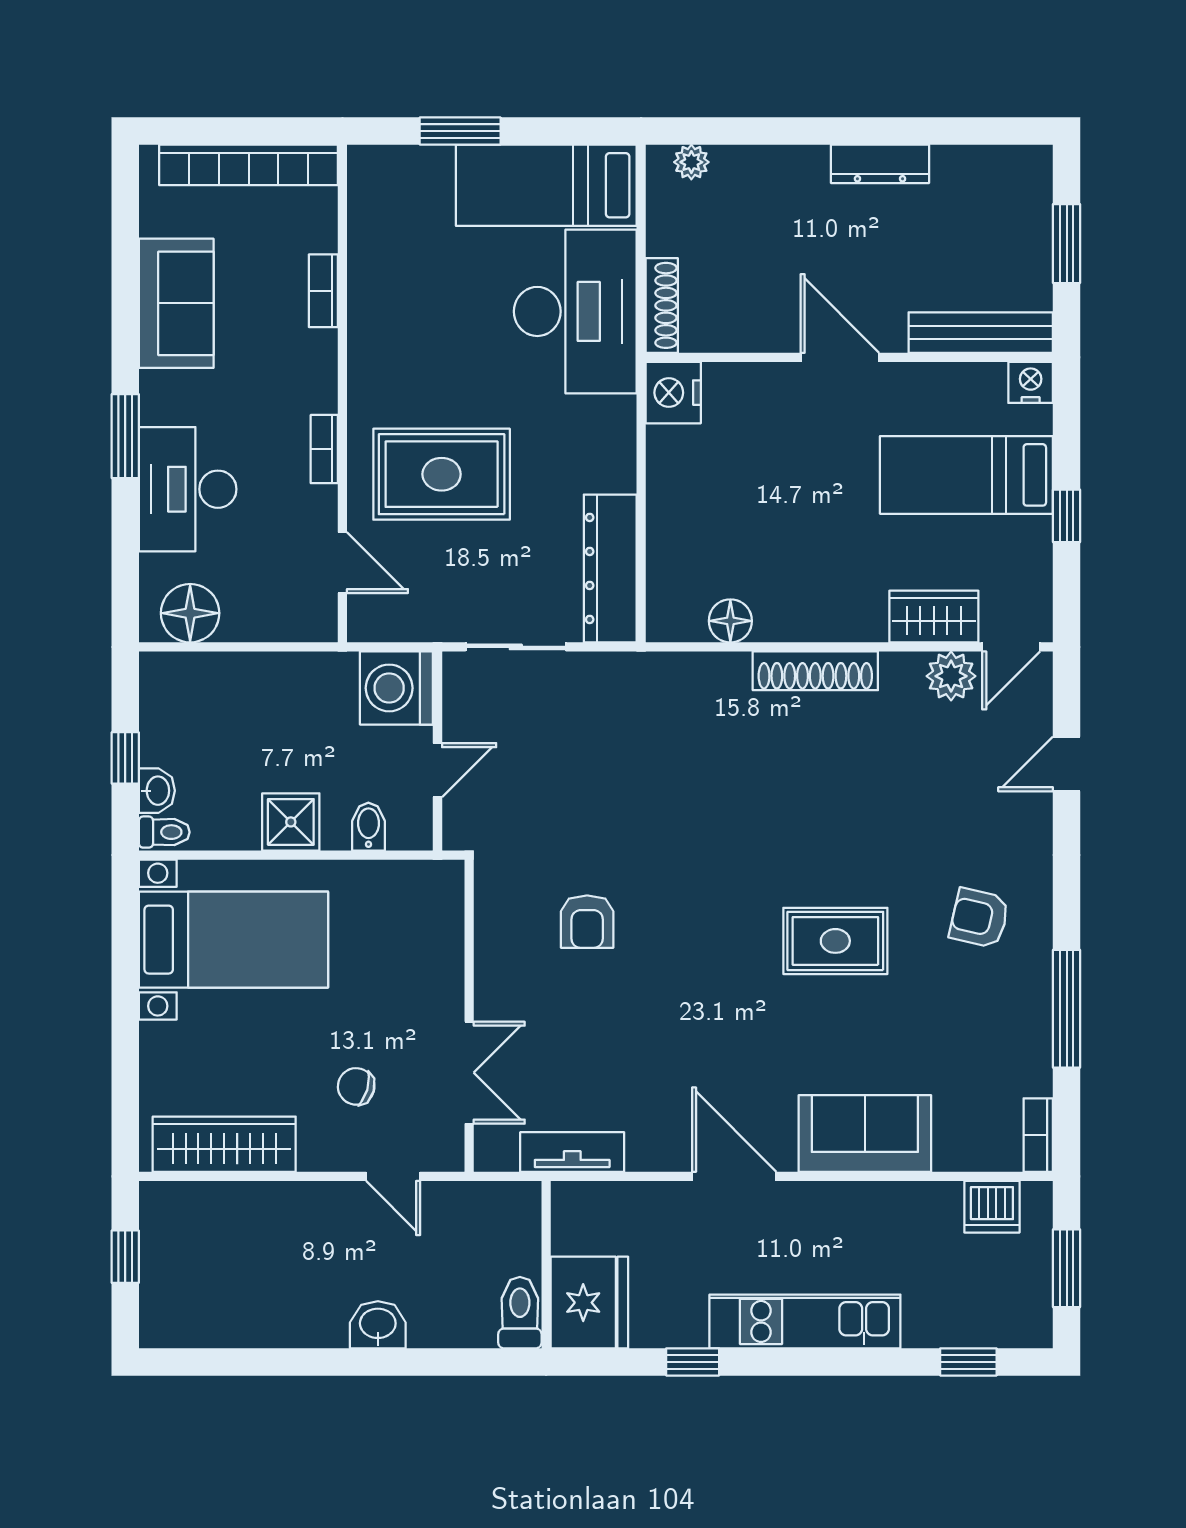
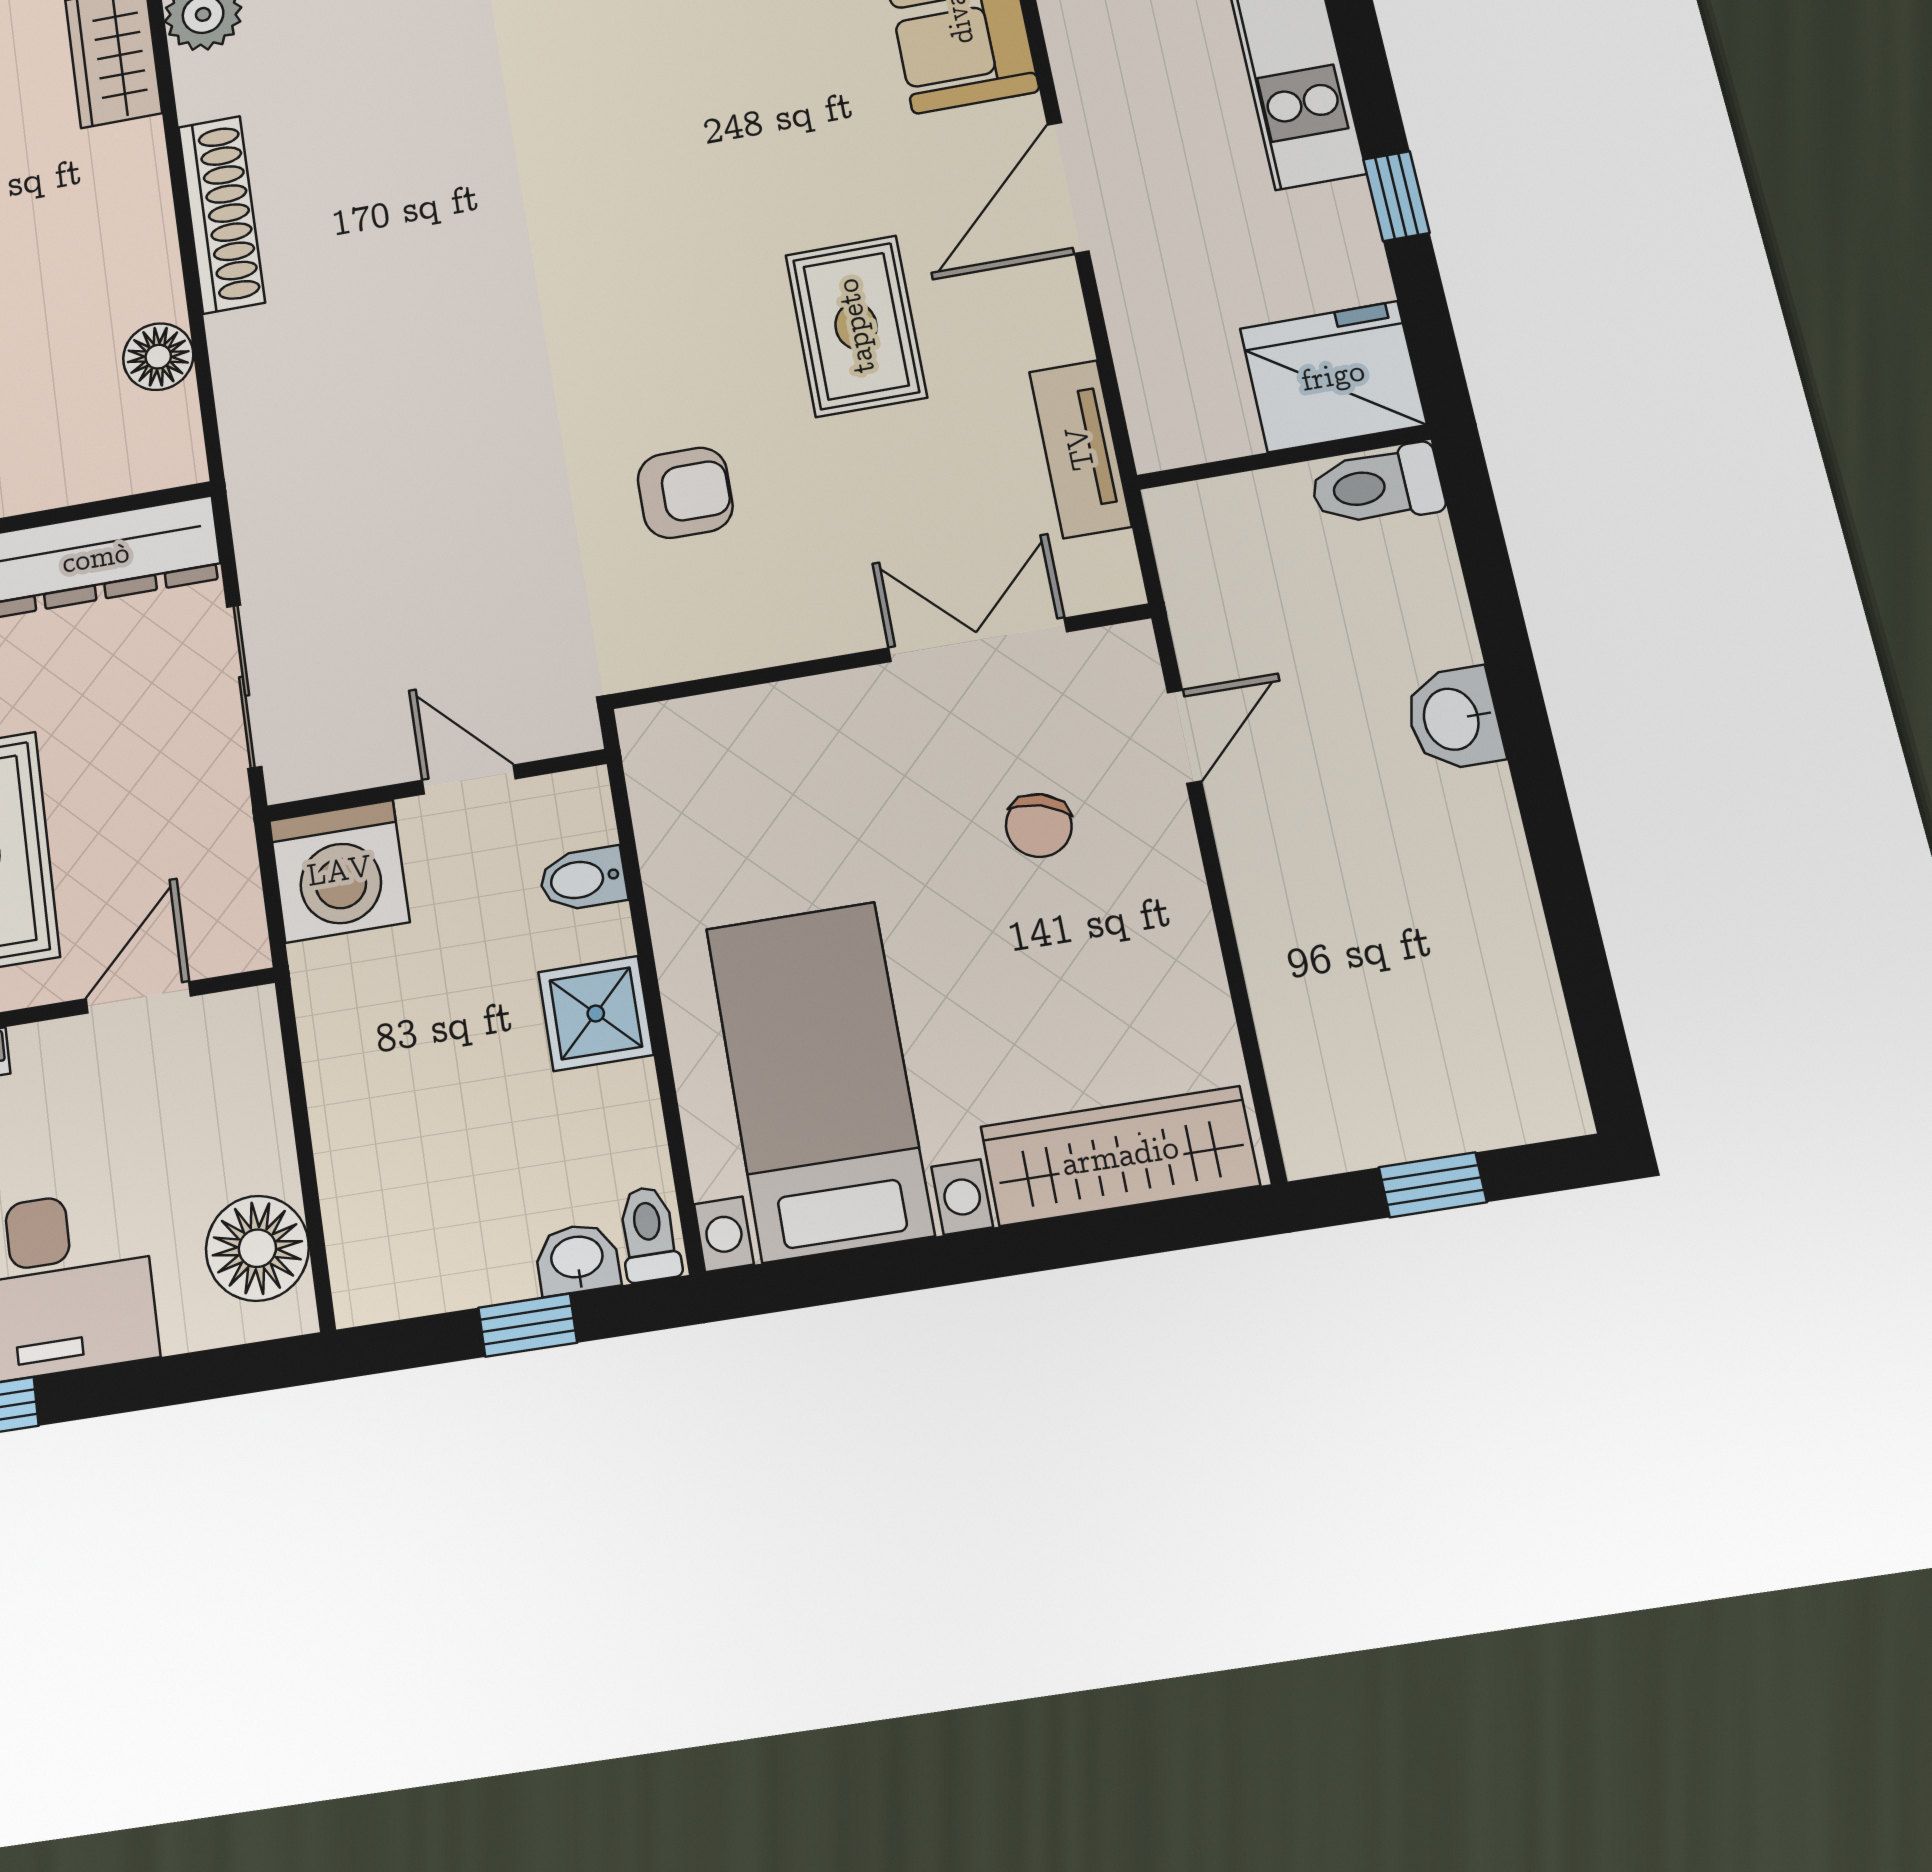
rug: (835, 941) -> (856, 326), moved
wardrobe: (224, 1144) -> (1120, 1156), moved, turned 90

